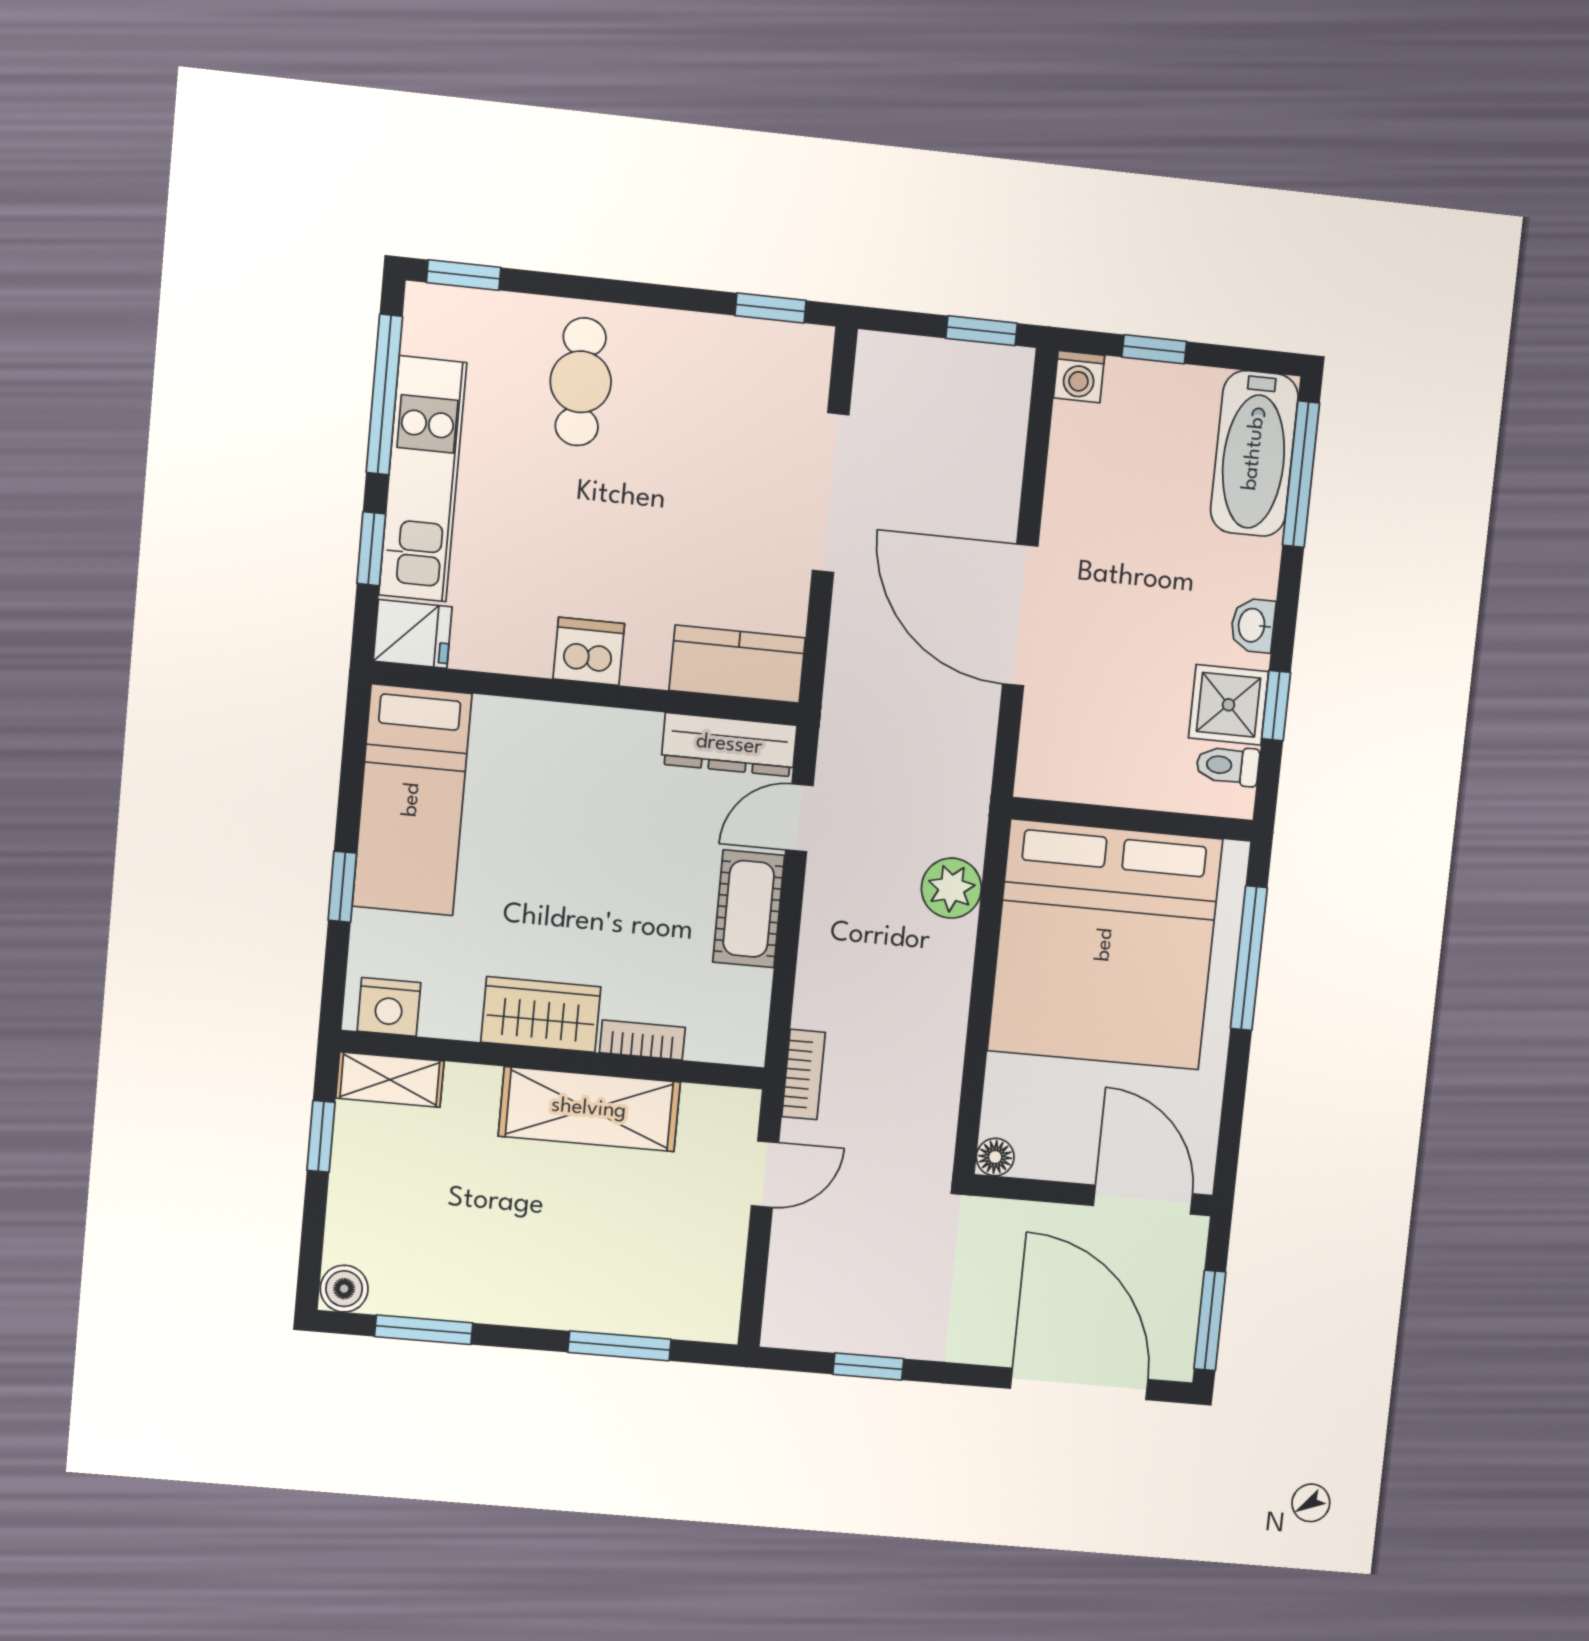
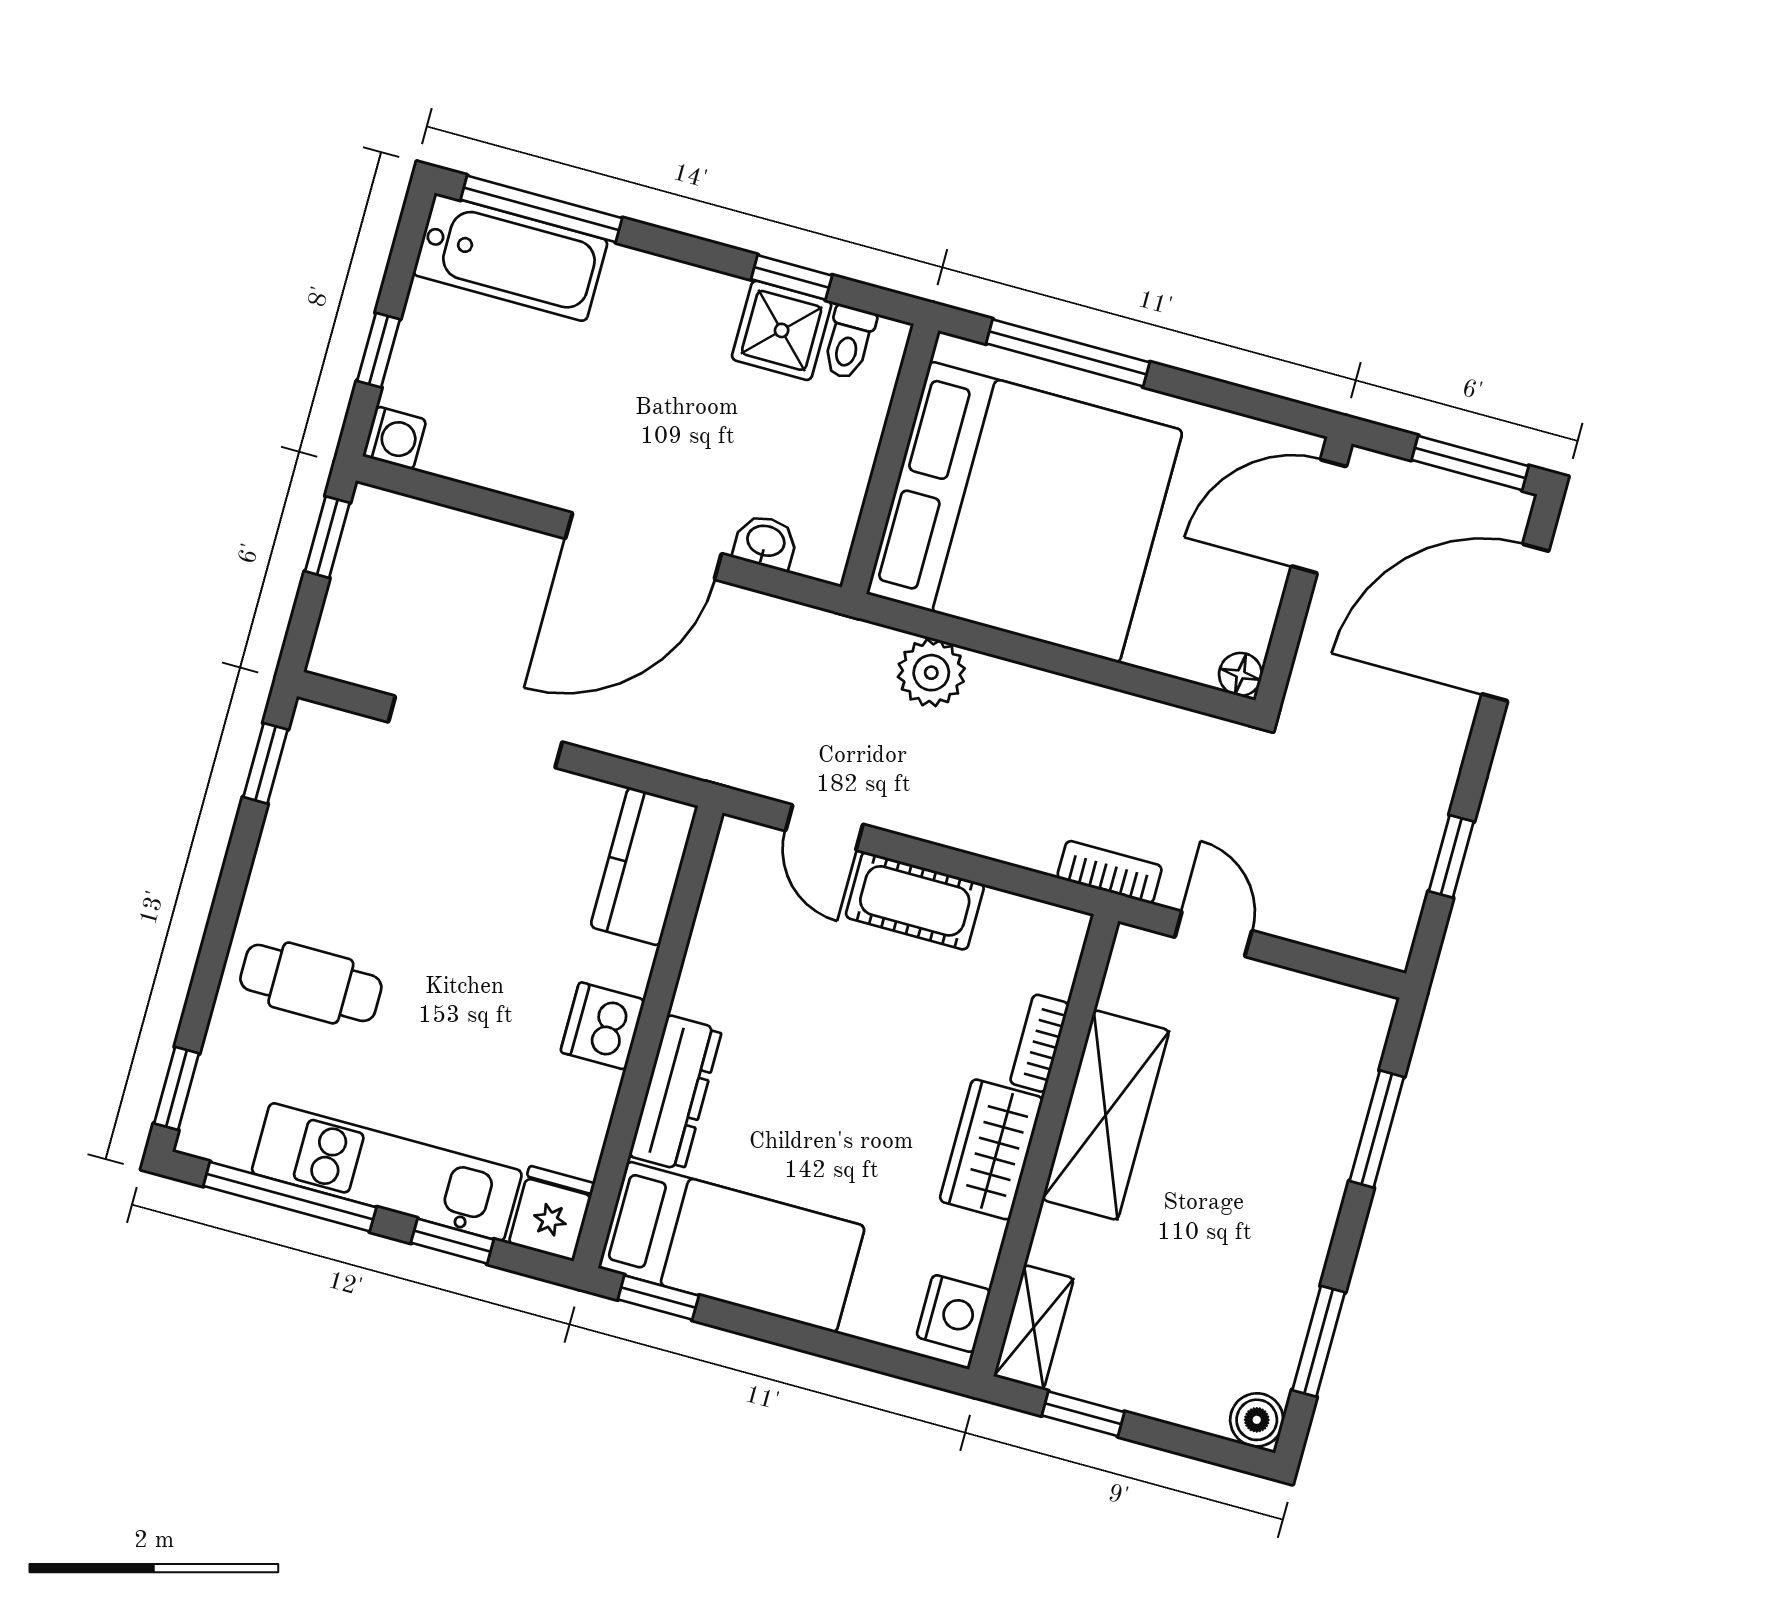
washbasin: (1253, 625) -> (766, 542), moved, turned 180
dresser: (729, 745) -> (675, 1093), moved
window: (342, 887) -> (658, 1297), moved

